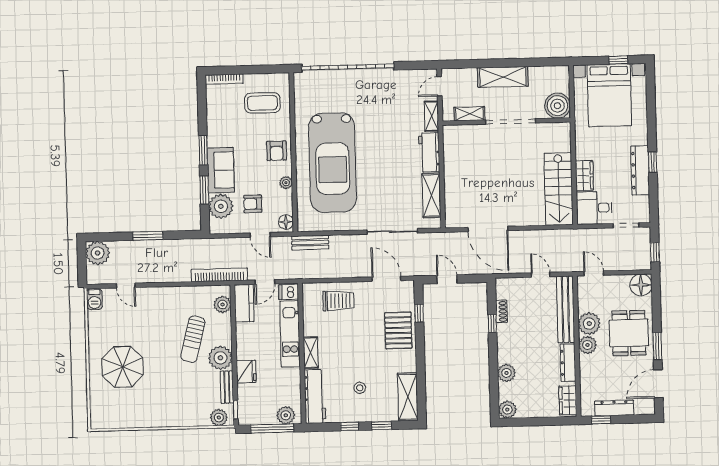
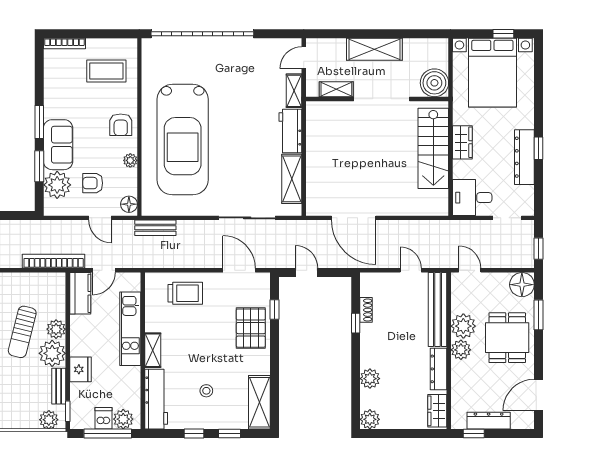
wardrobe: (584, 176) -> (462, 142), moved
stairs: (559, 189) -> (433, 148), moved
dishwasher: (289, 292) -> (104, 418), moved, turned 90
plant: (222, 304) -> (56, 329), moved
window: (657, 346) -> (539, 315), moved

